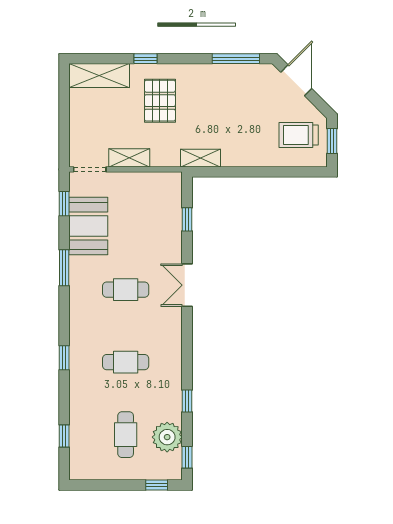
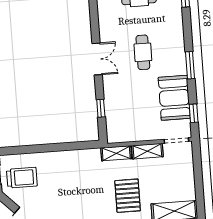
shelving: (201, 158) -> (116, 153), moved
cafe table: (126, 290) -> (143, 52), turned 90

